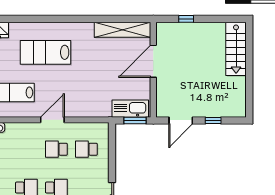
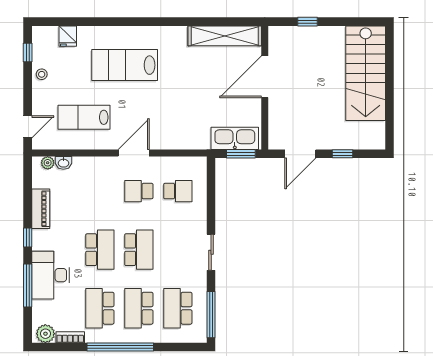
stairs: (236, 49) -> (366, 73), width x1.36, depth x1.51
school desk: (86, 149) -> (178, 191), turned 180

